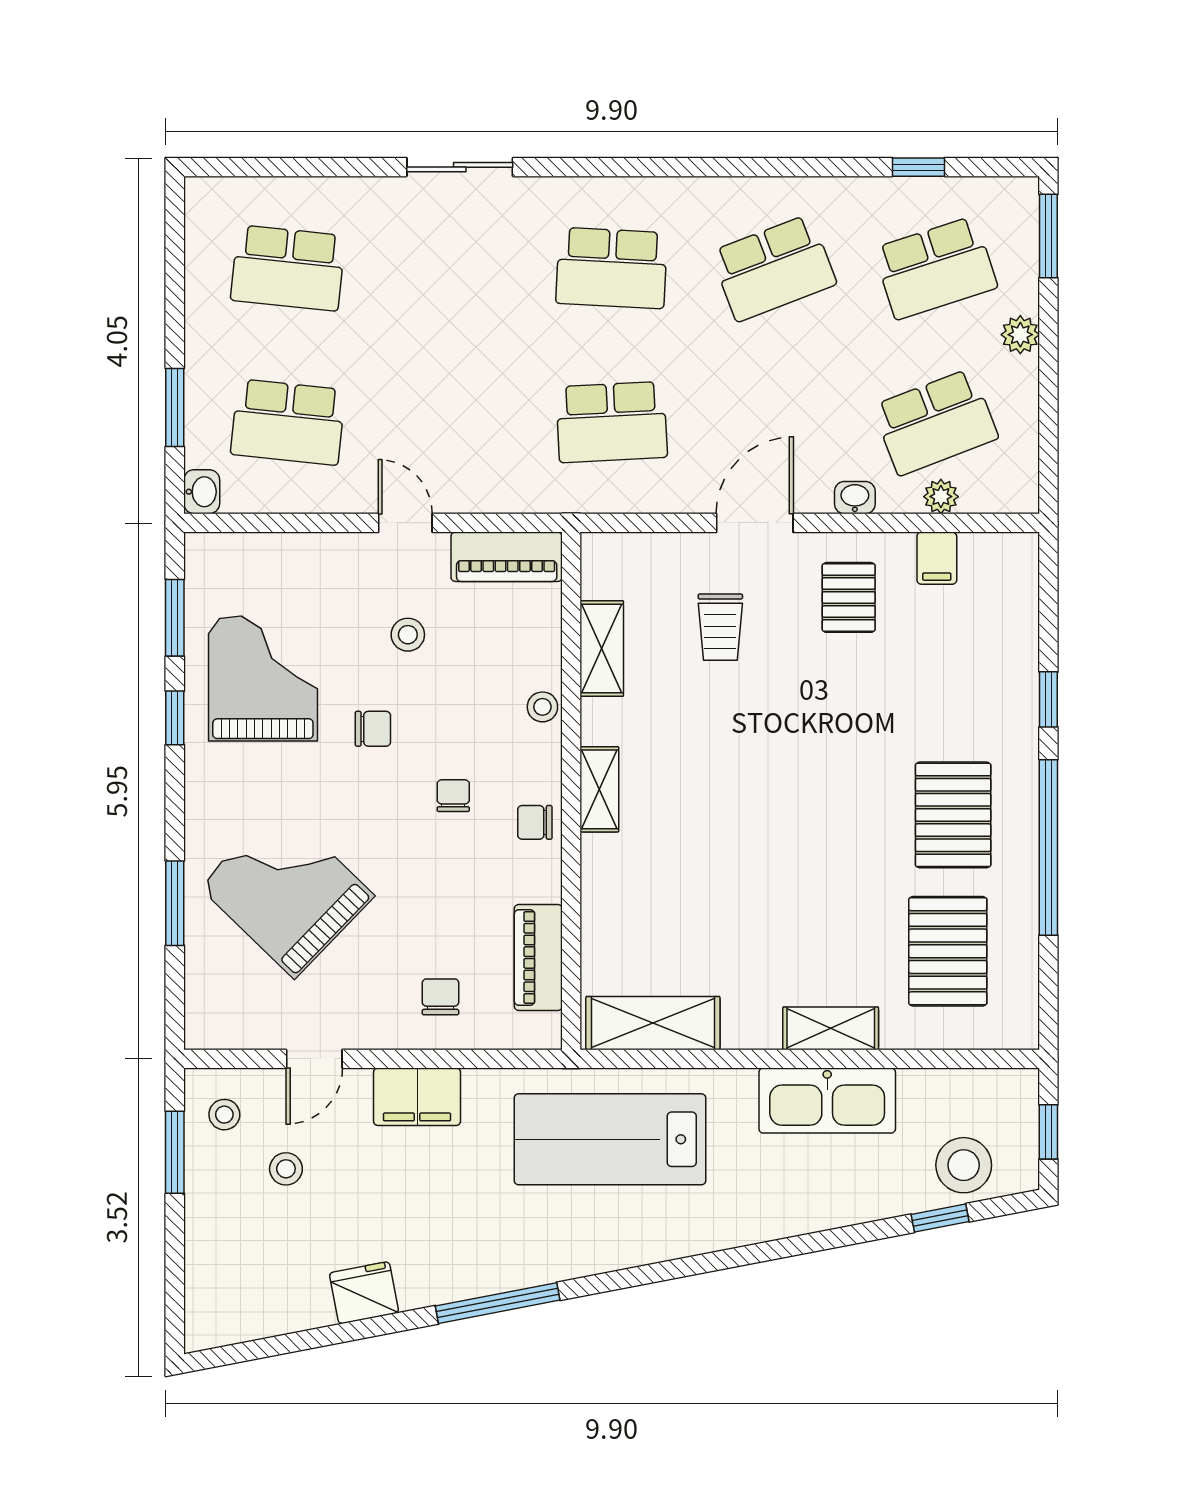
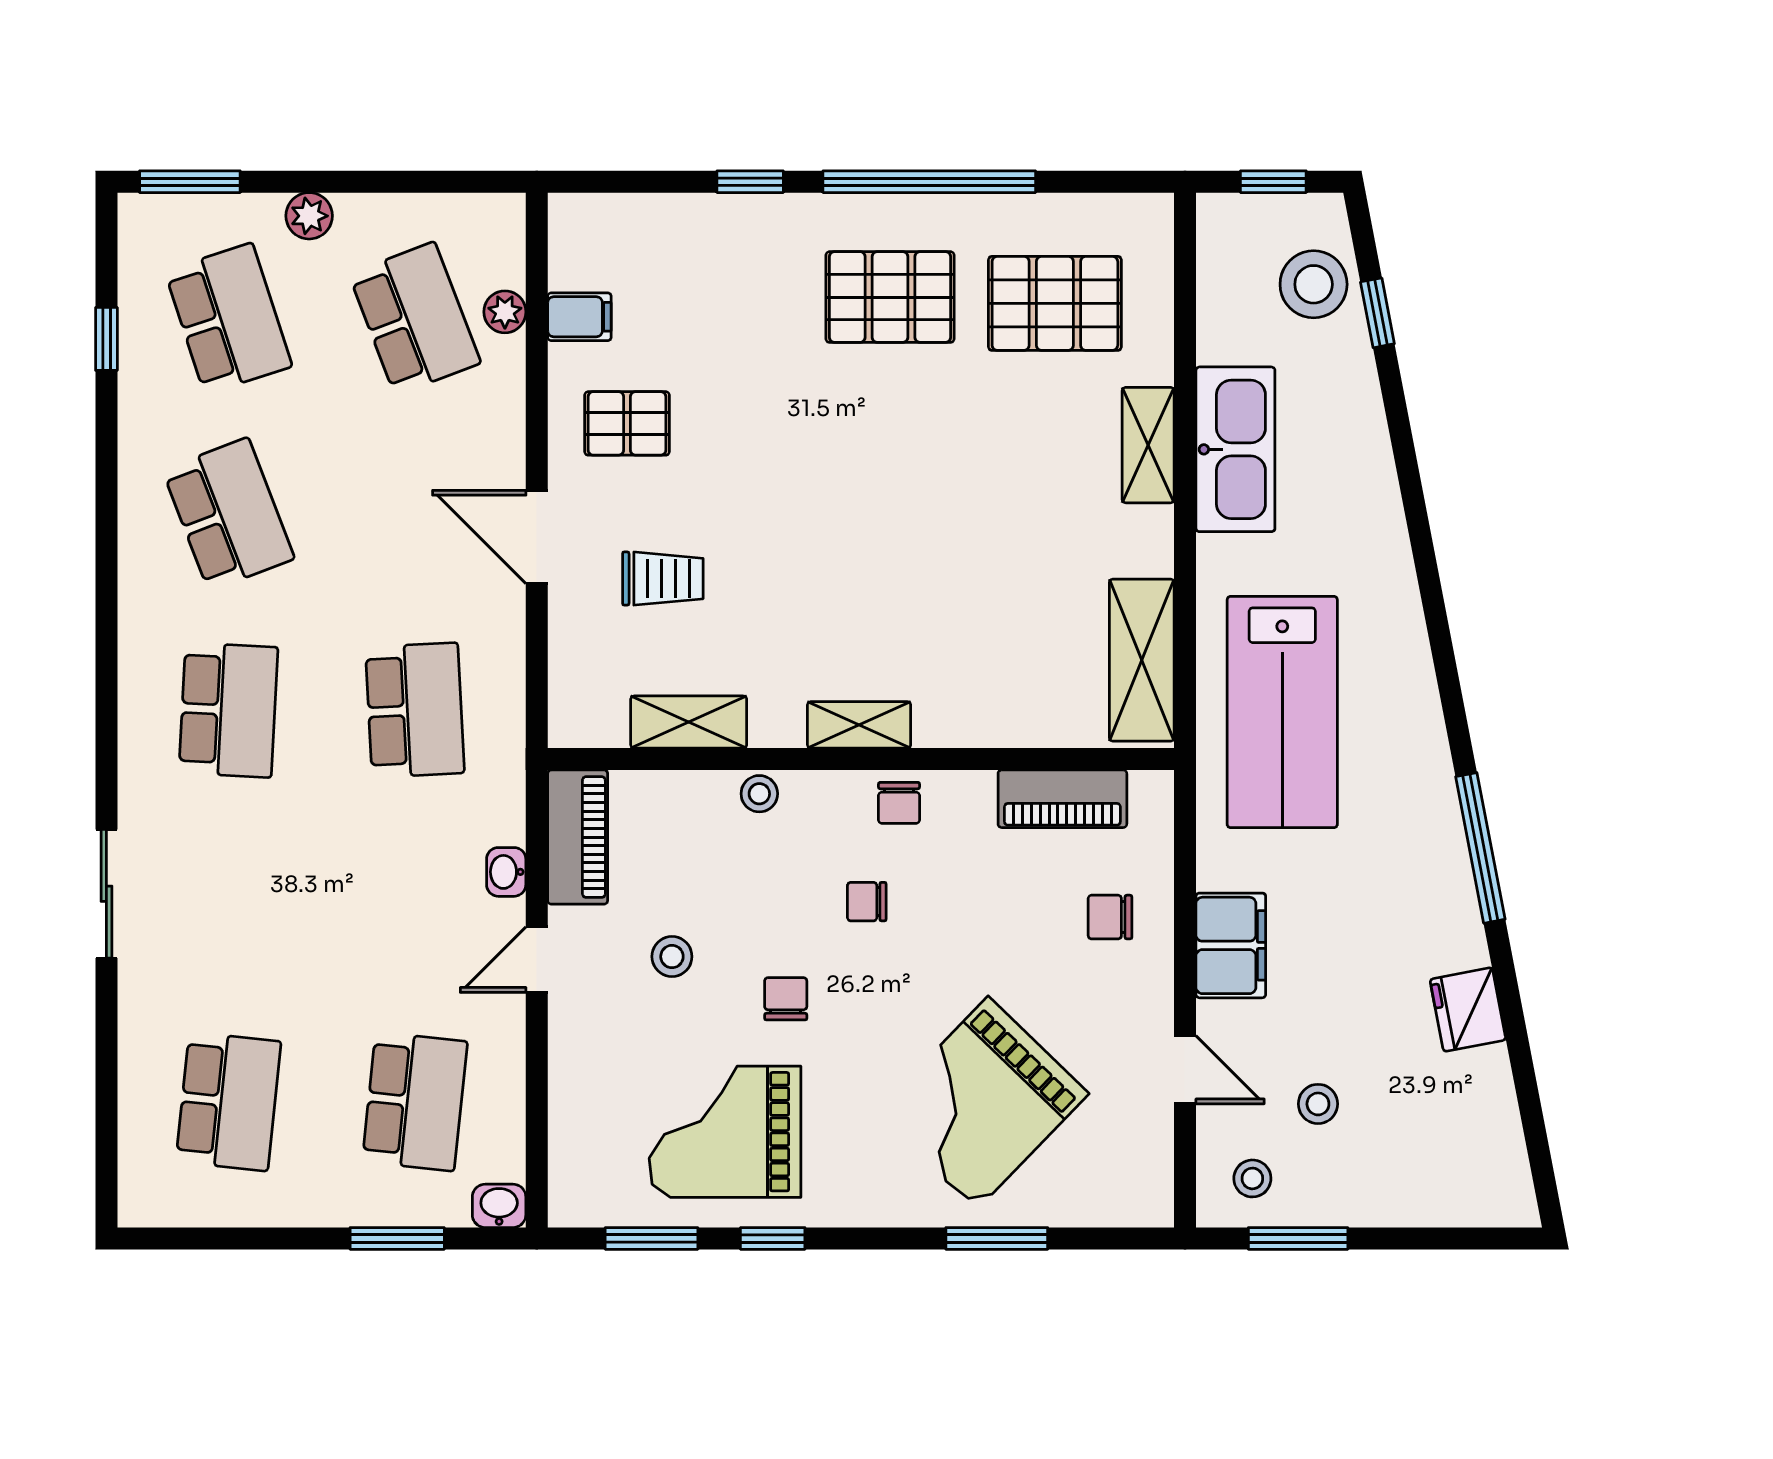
washbasin: (855, 498) -> (506, 872), moved

